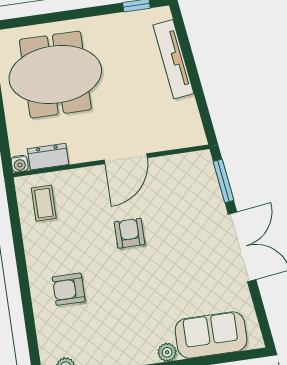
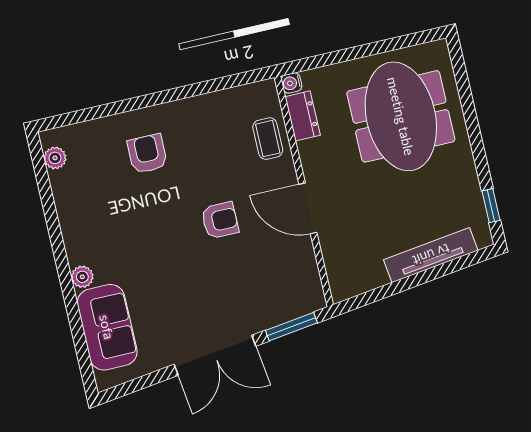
coffee table: (44, 203) -> (268, 139), moved, turned 90

